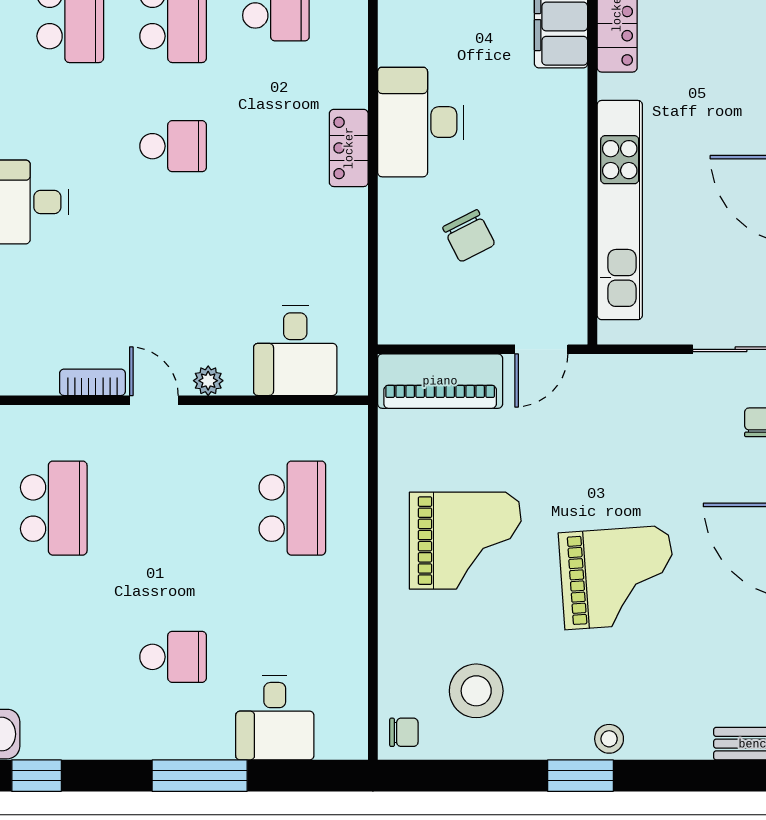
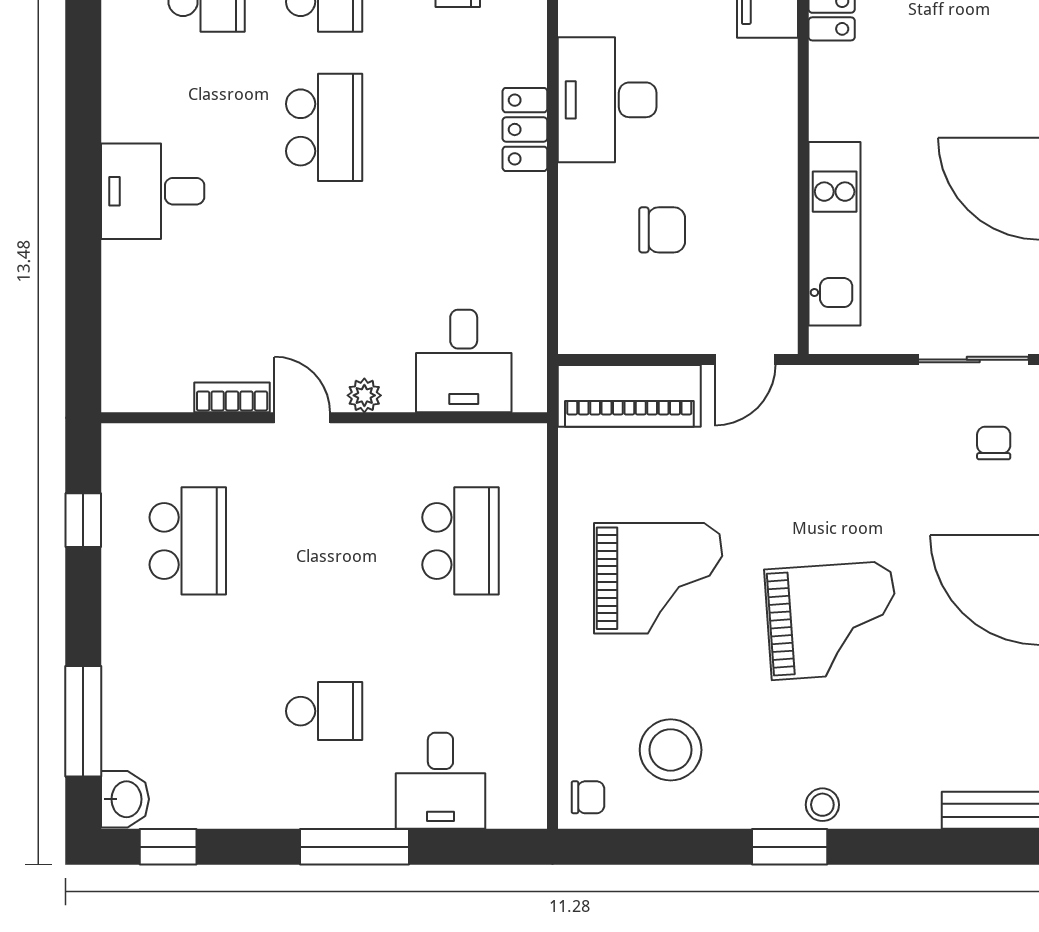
school desk: (173, 146) -> (324, 127), width x1.85
kitchen unit: (620, 210) -> (835, 234), width x0.73
chair: (469, 236) -> (662, 230), turned -63

